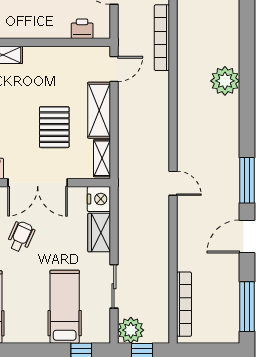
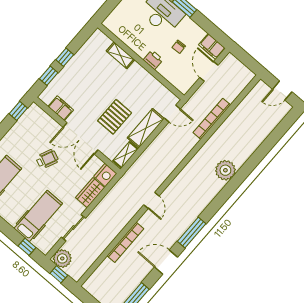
printer: (82, 29) -> (153, 60), moved
bookcase: (184, 304) -> (125, 242), moved

